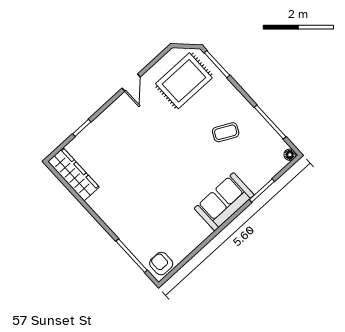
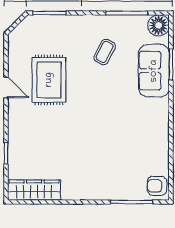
rug: (184, 81) -> (49, 80), moved
floor lamp: (290, 155) -> (159, 25), width x1.89, depth x1.89
sofa: (224, 202) -> (154, 71), moved

